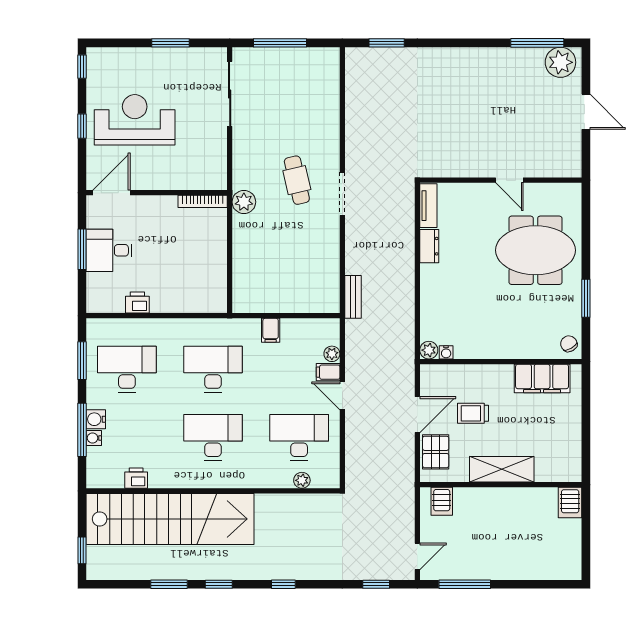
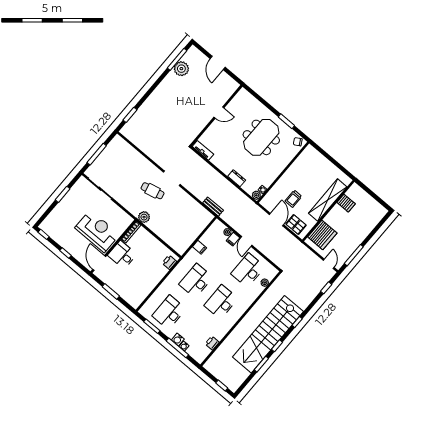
plant: (560, 62) -> (181, 69), moved
door: (586, 112) -> (218, 63), swing flipped
reception desk: (135, 120) -> (97, 231), moved, turned 90
dresser: (429, 246) -> (237, 178), moved
desk: (109, 250) -> (122, 255), moved, turned 90
meeting table: (535, 250) -> (261, 137), moved
printer: (137, 302) -> (169, 262), moved
filing cabinet: (542, 378) -> (302, 162), removed
door: (342, 396) -> (246, 241), hinge flipped
shelving: (502, 469) -> (328, 200), width x1.47
server rack: (442, 501) -> (322, 235), width x2.18, depth x1.44
server rack: (570, 503) -> (346, 203), moved
stairs: (170, 519) -> (268, 334), moved, turned 180

